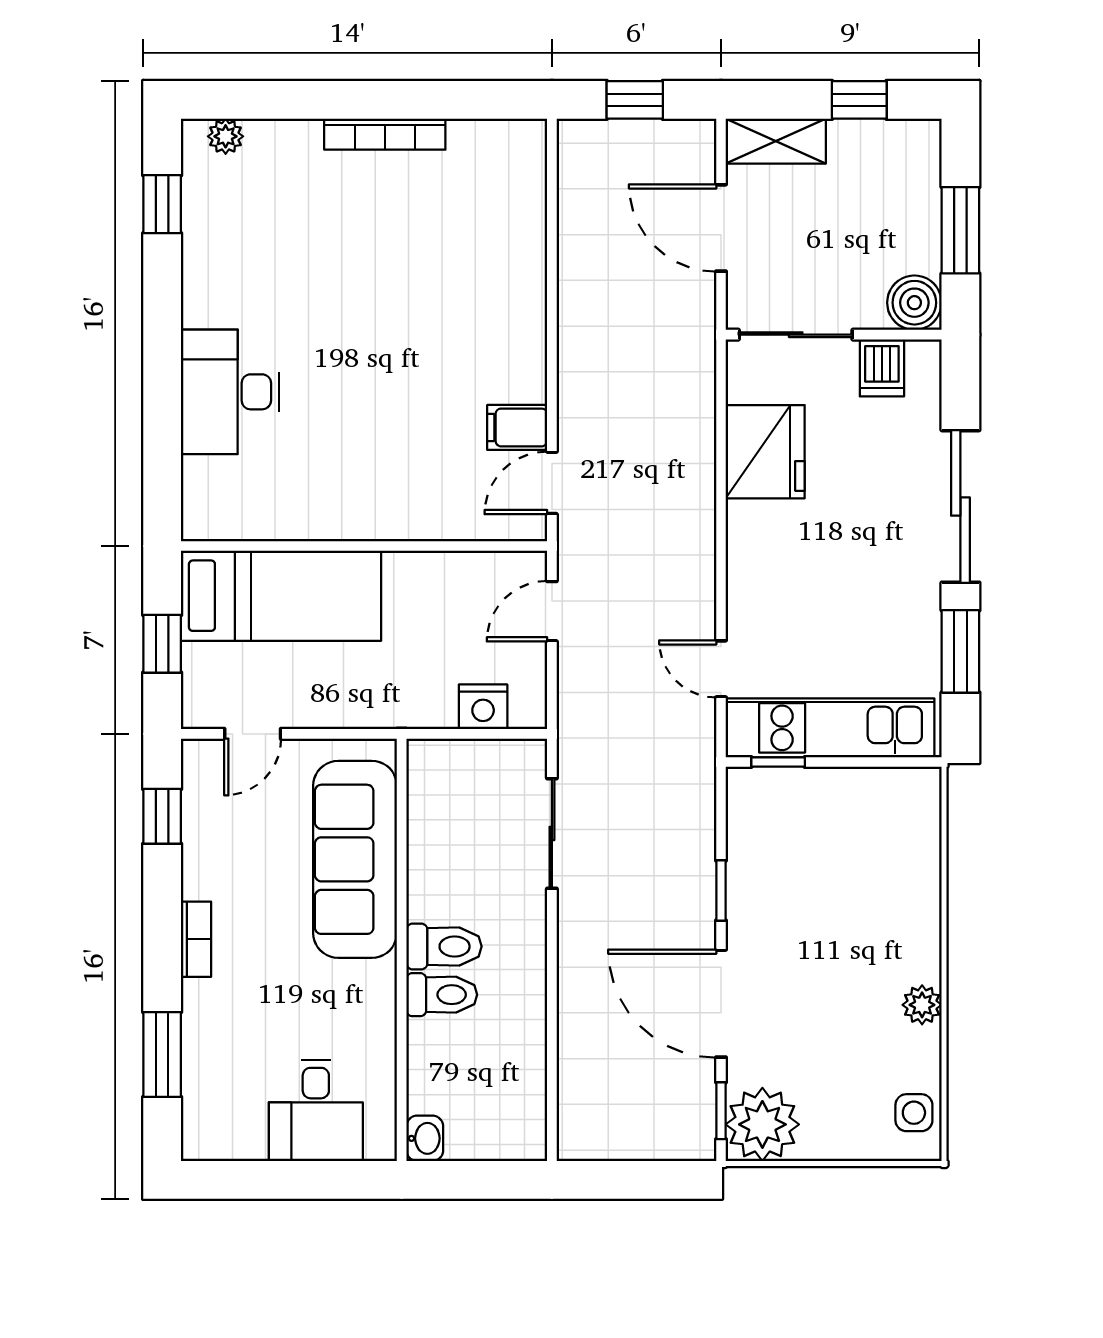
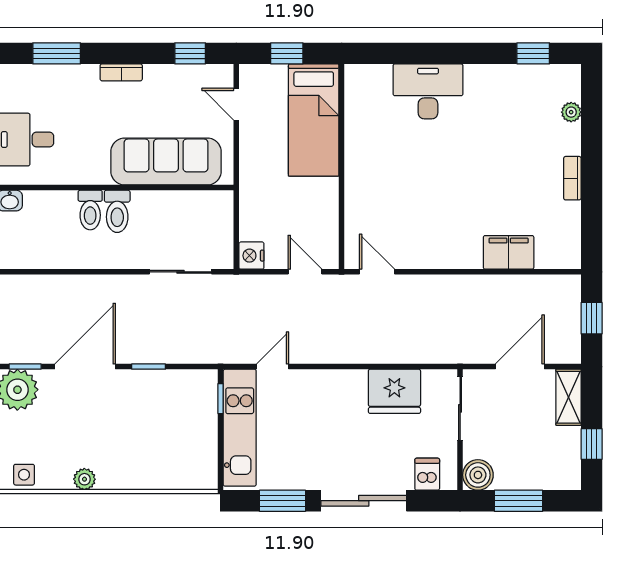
bookcase: (385, 134) -> (572, 178), width x0.64
plant: (226, 136) -> (571, 112), moved
dishwasher: (882, 368) -> (427, 474), moved, turned 90
filing cabinet: (517, 427) -> (509, 252), moved, width x2.00
nightstand: (483, 707) -> (251, 256), moved

